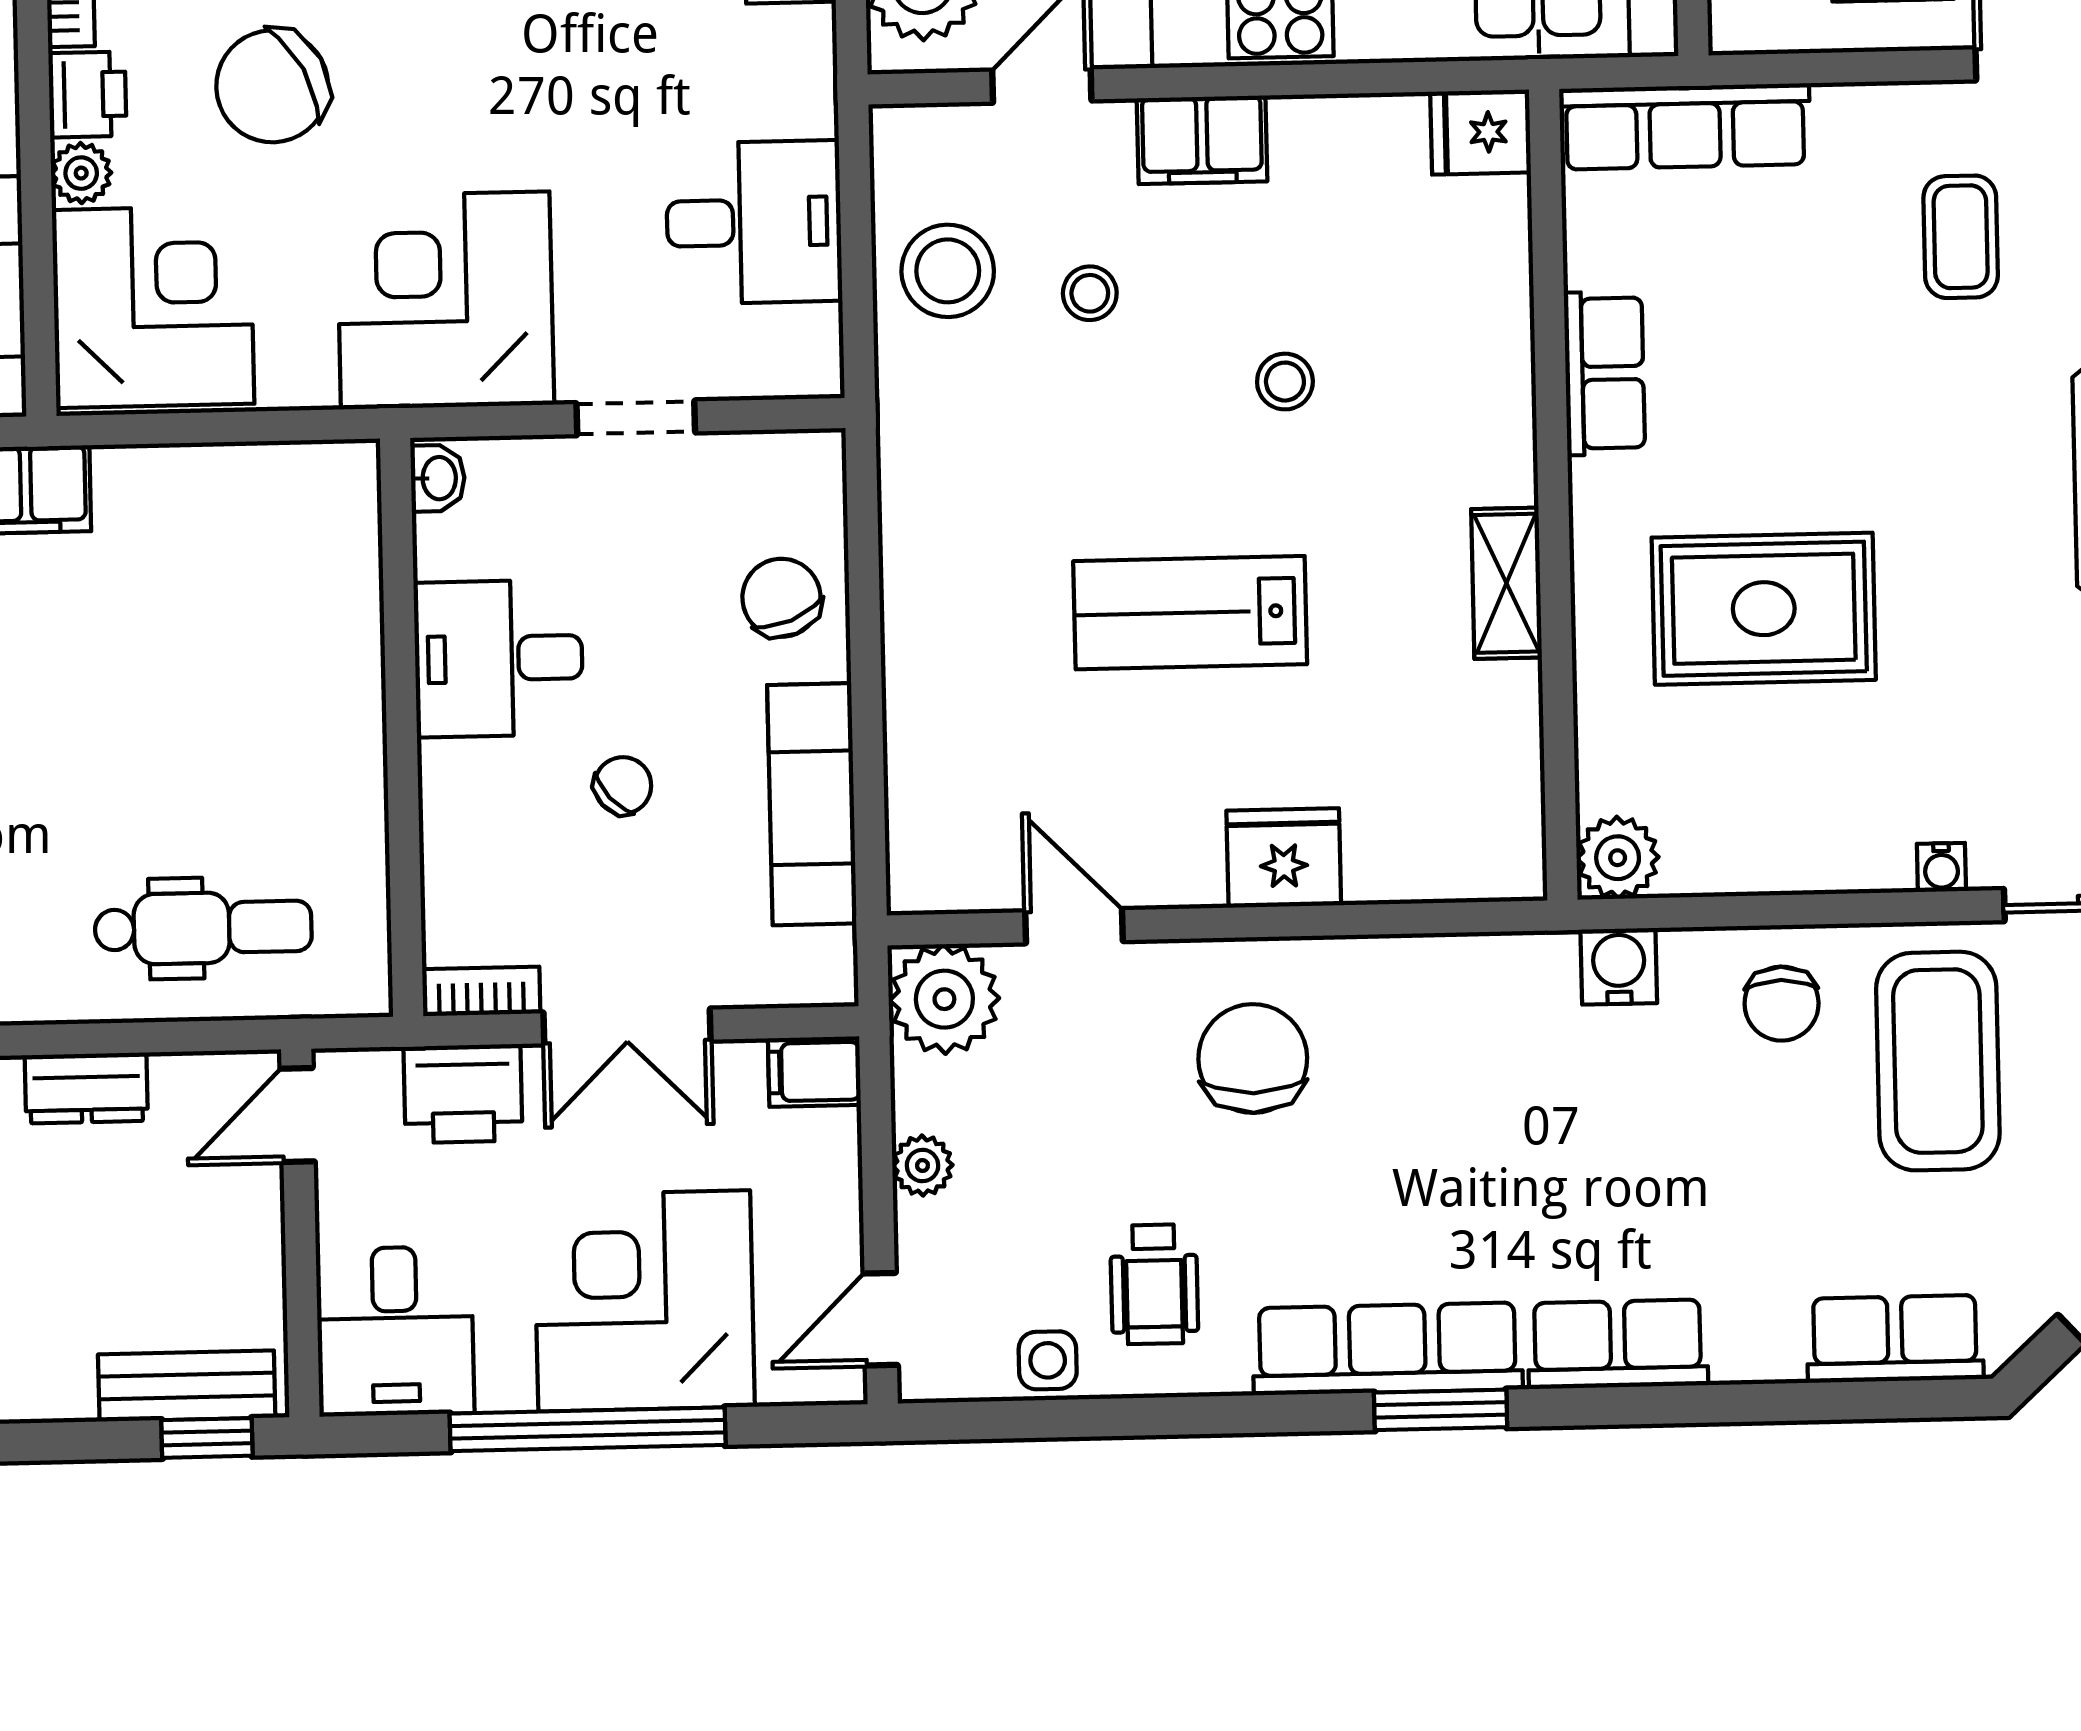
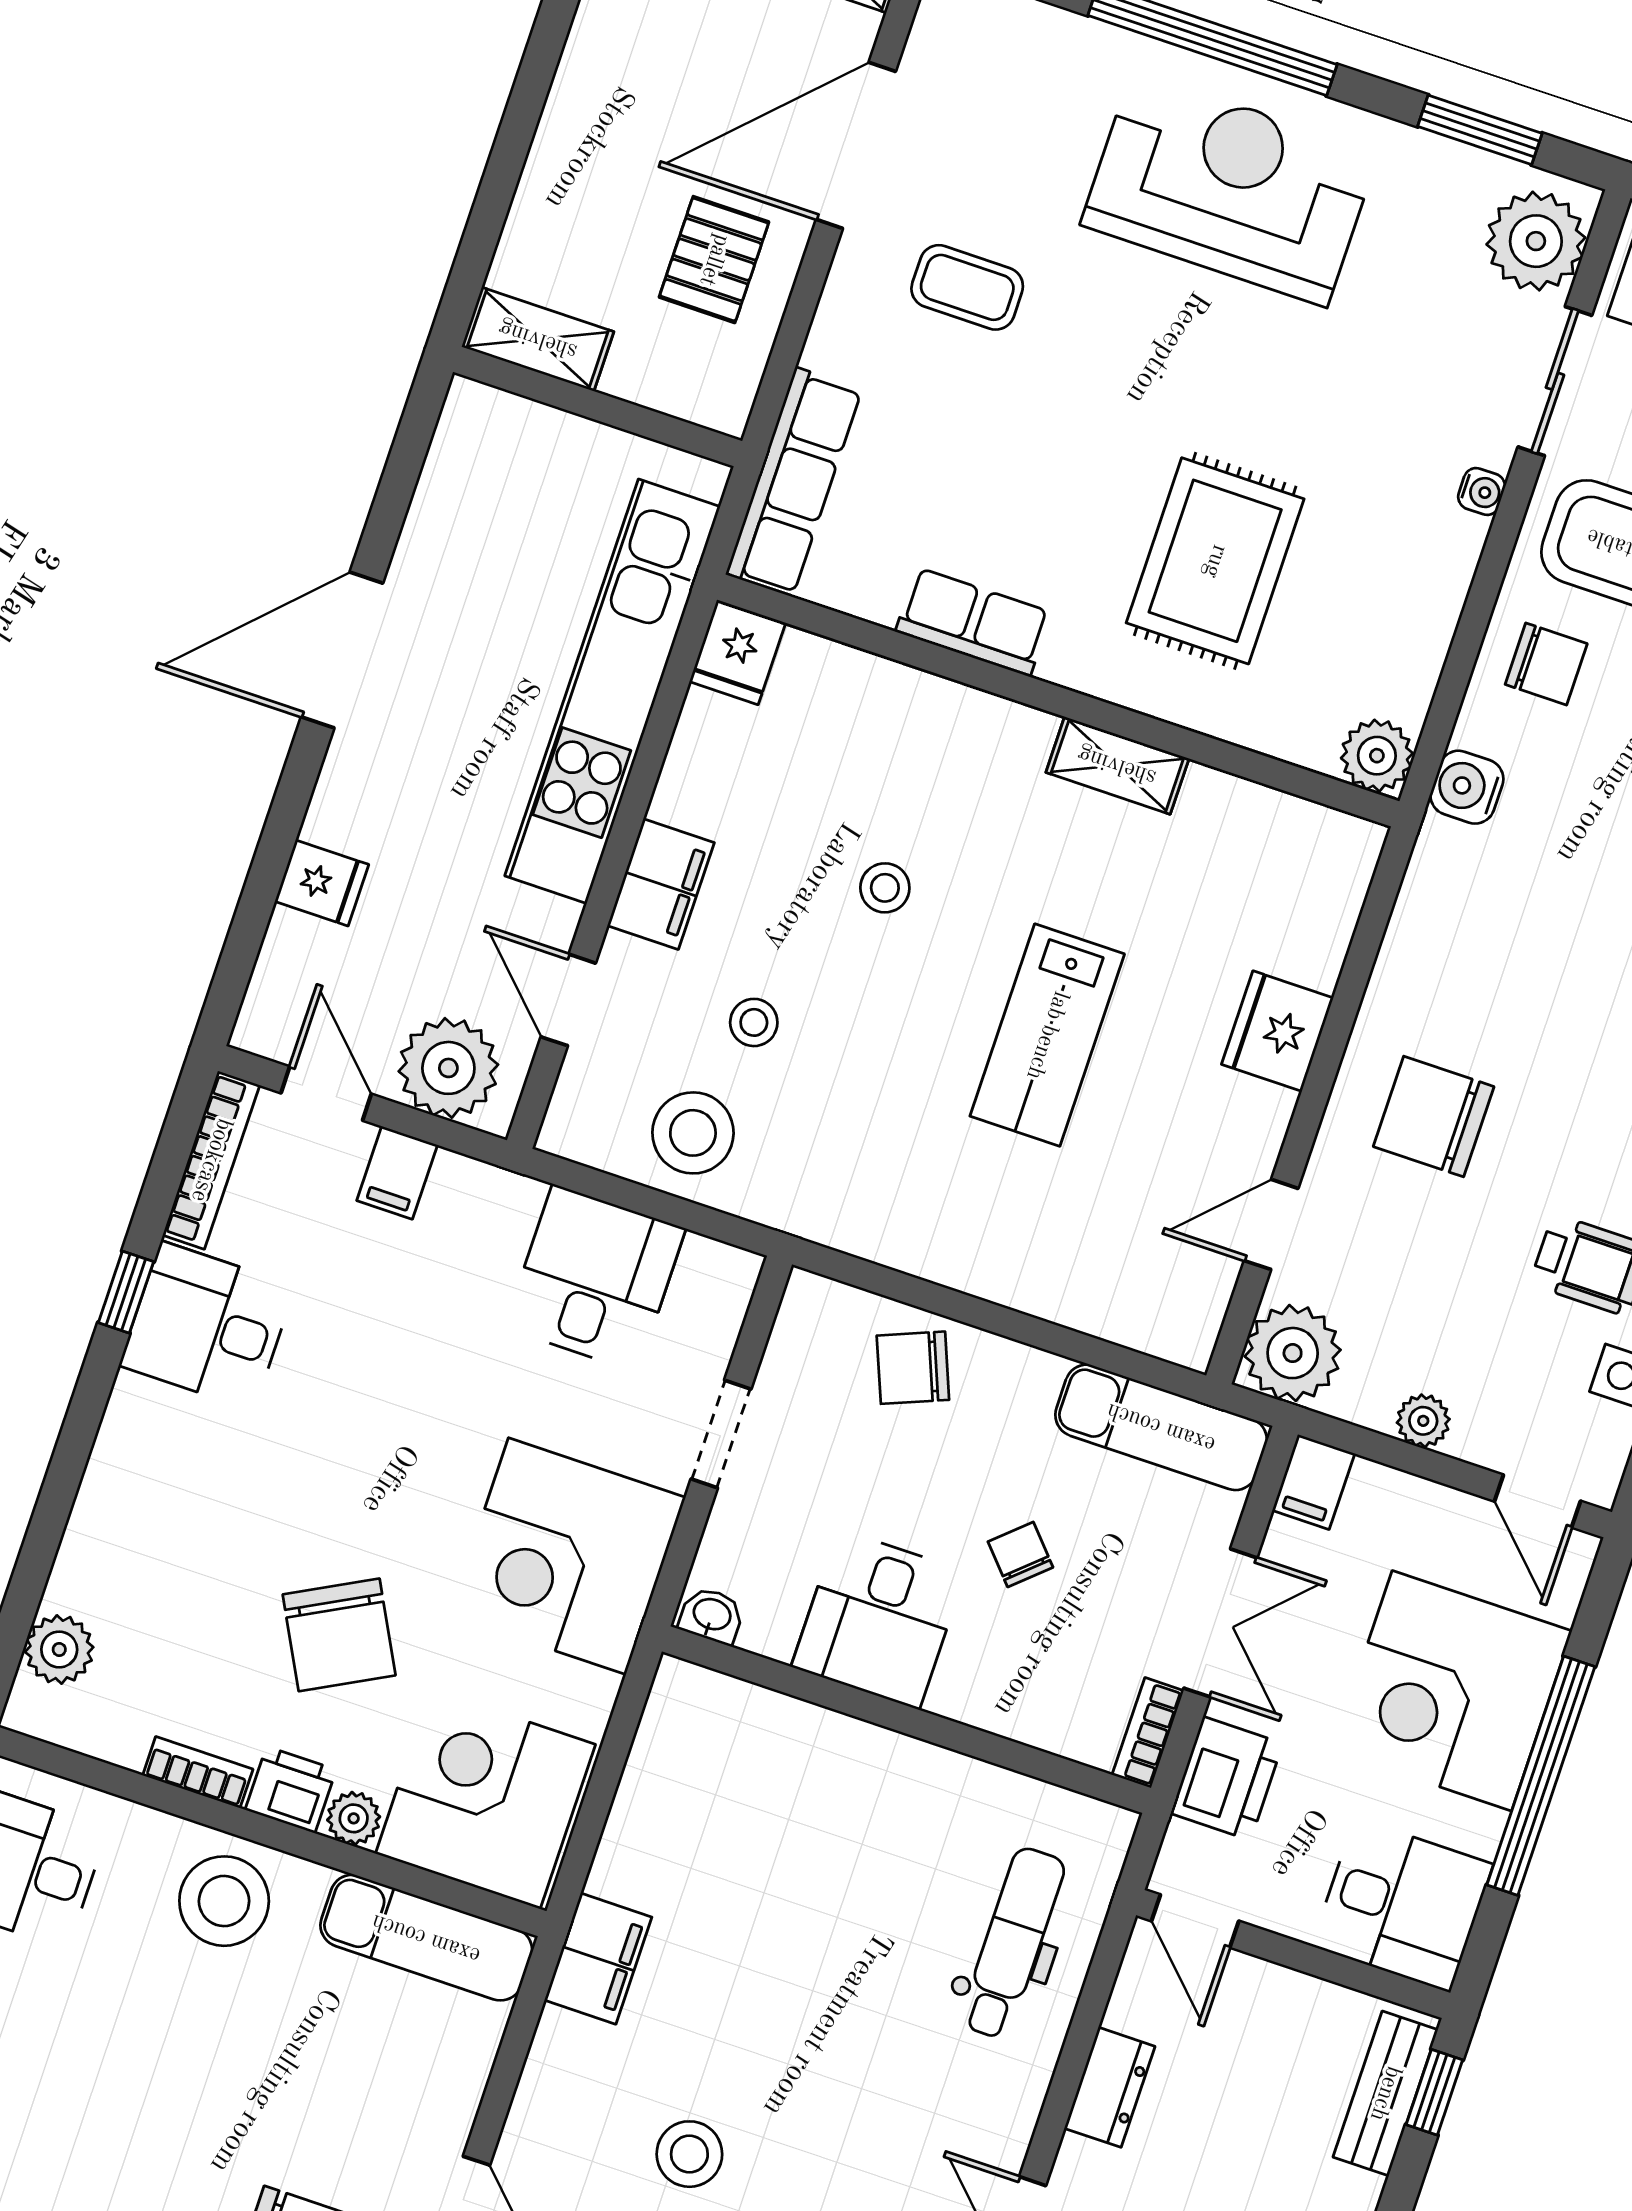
exam couch: (812, 804) -> (1161, 1427), moved

